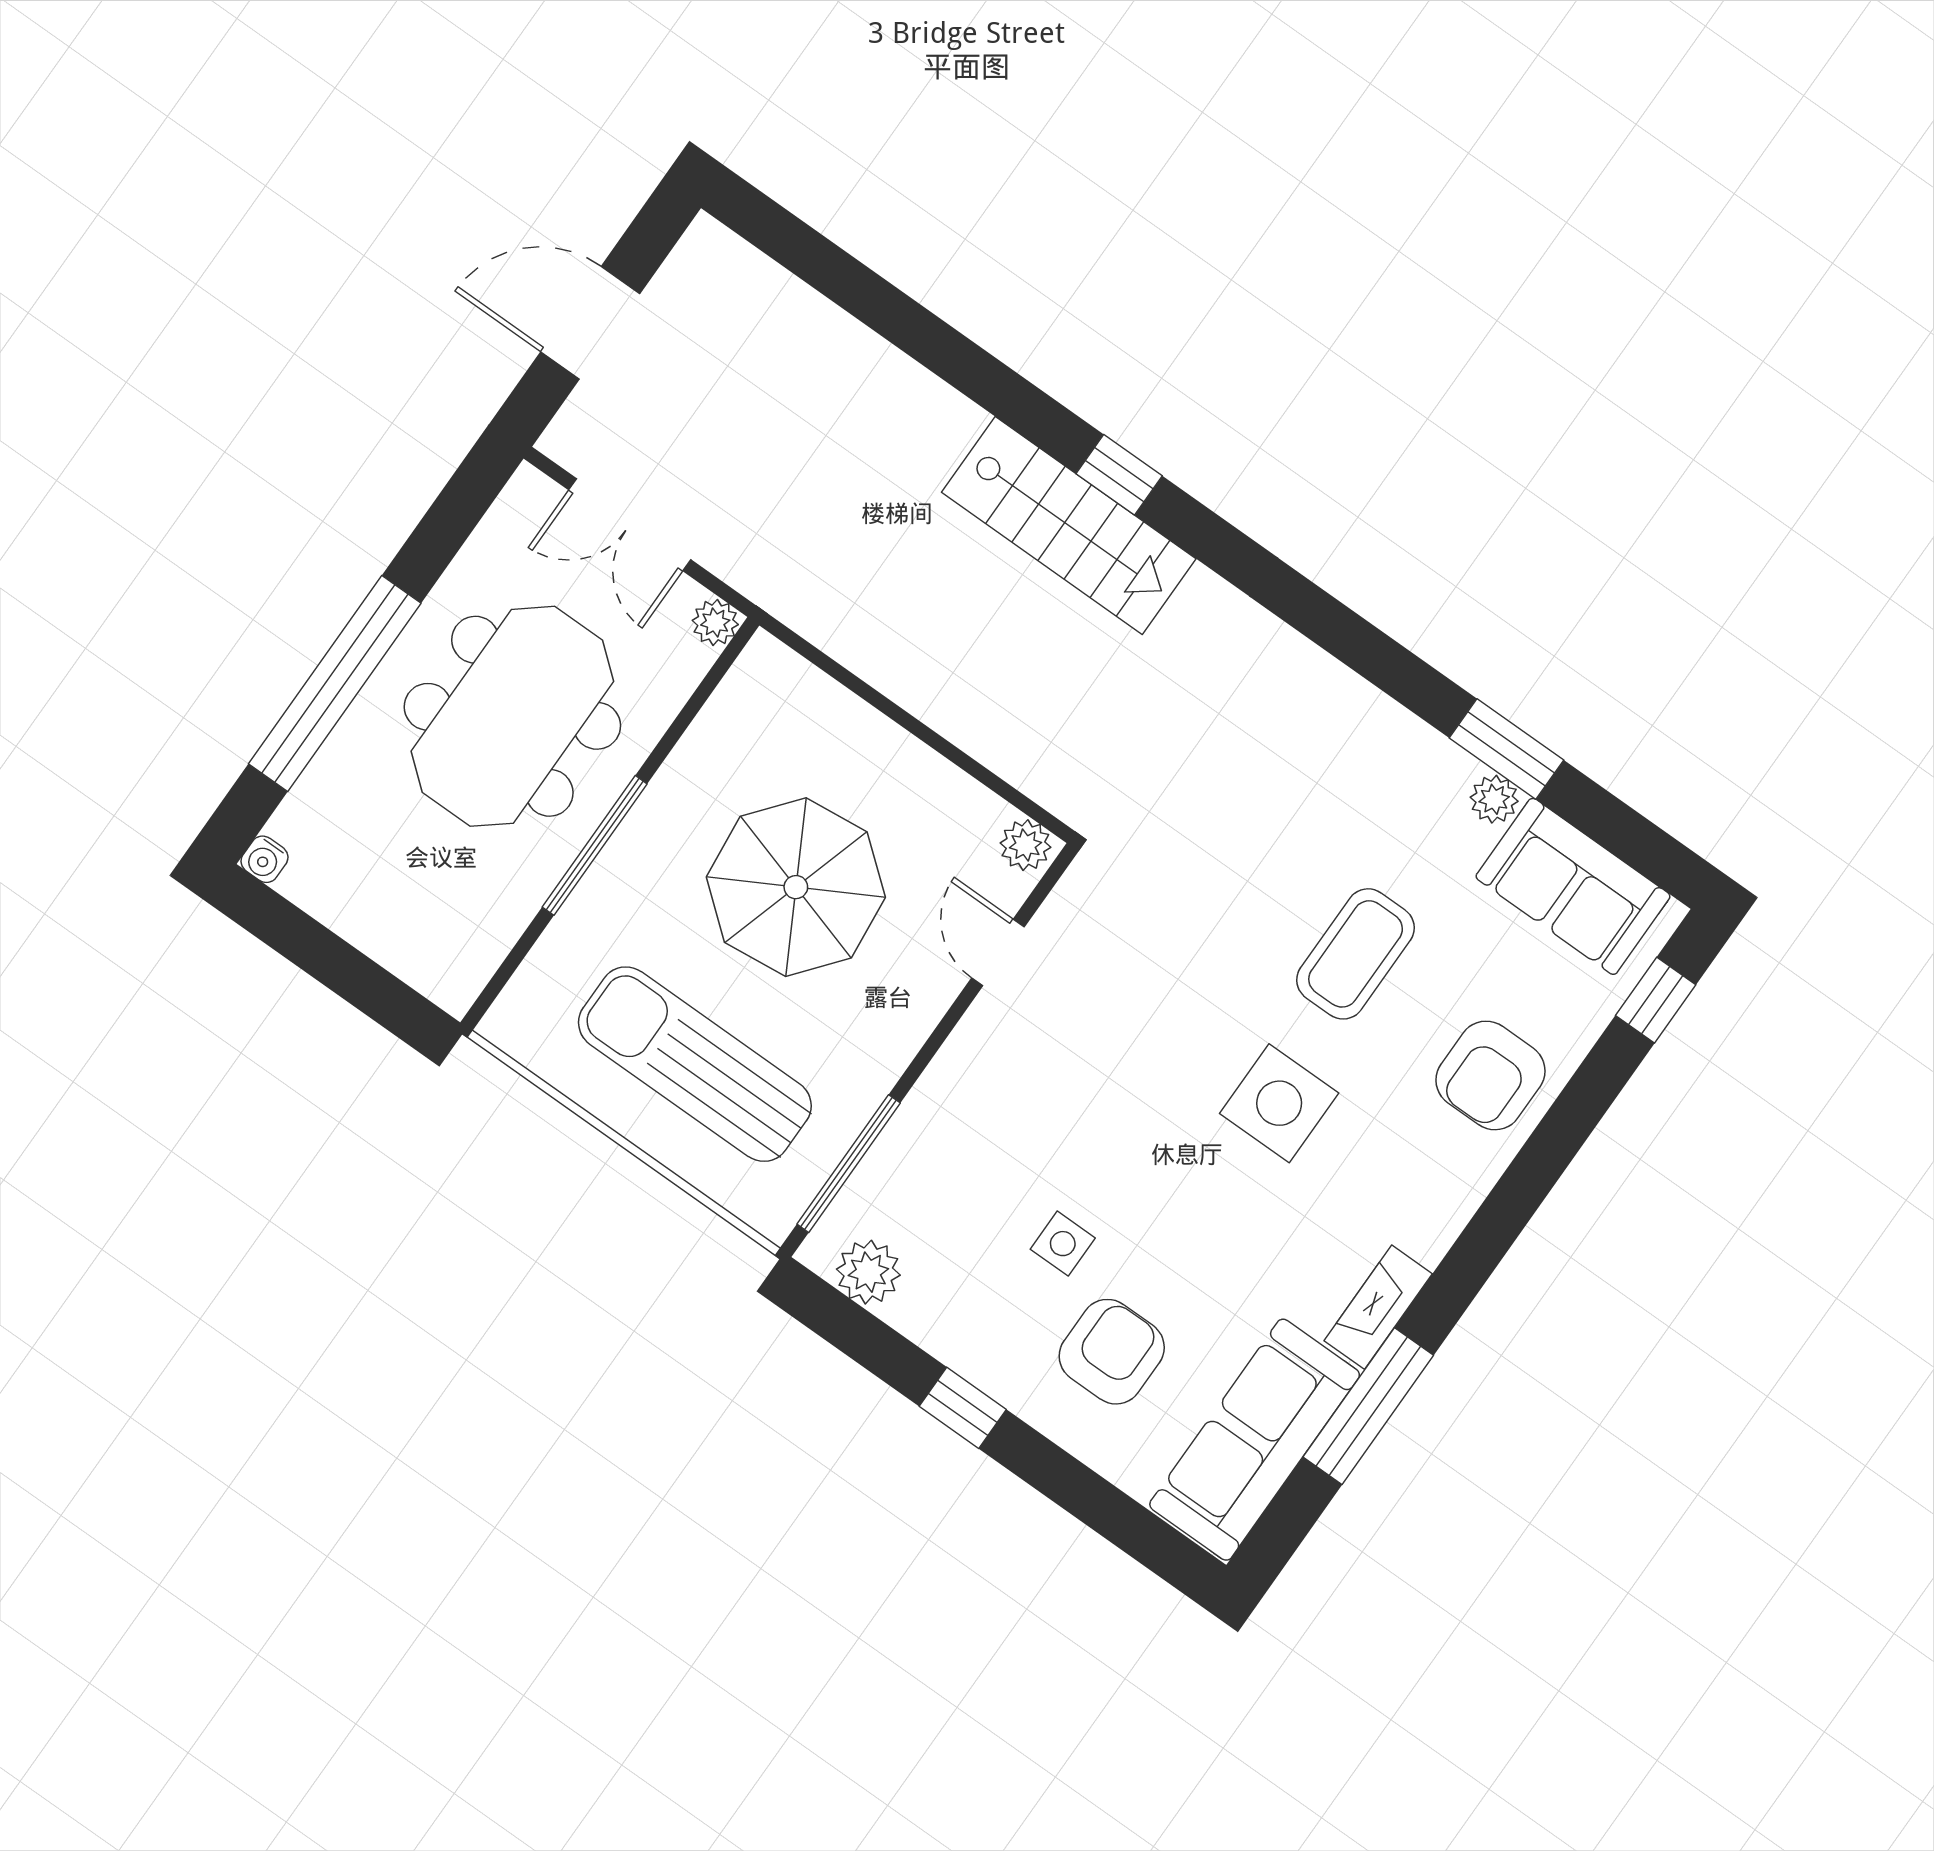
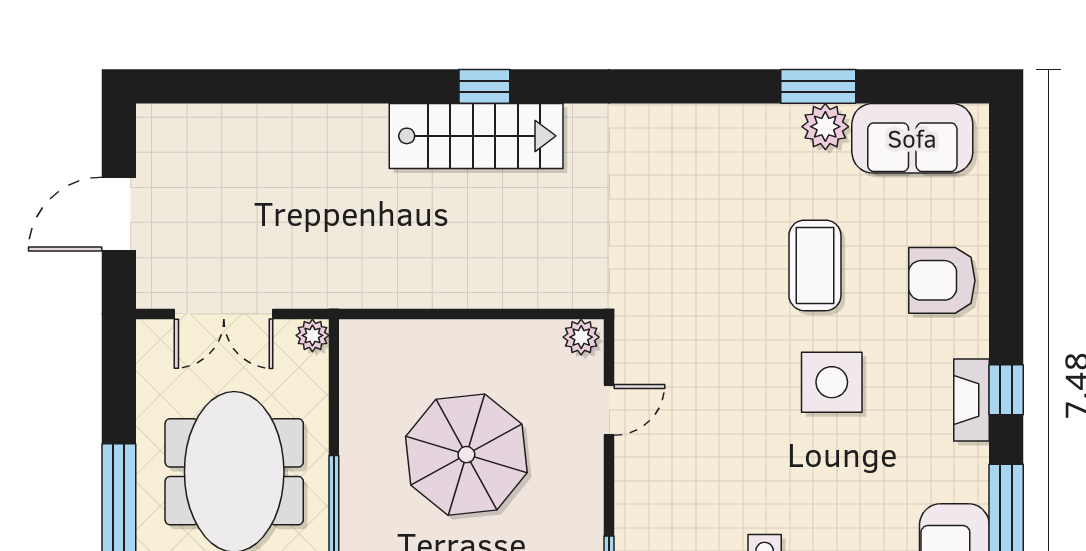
plant: (1494, 799) -> (825, 127), width x1.38, depth x1.38
door: (998, 952) -> (609, 410), swing flipped
window: (1656, 1000) -> (1006, 390), moved
armchair: (1490, 1075) -> (942, 280), turned 90
fireplace: (1378, 1307) -> (972, 400), moved

